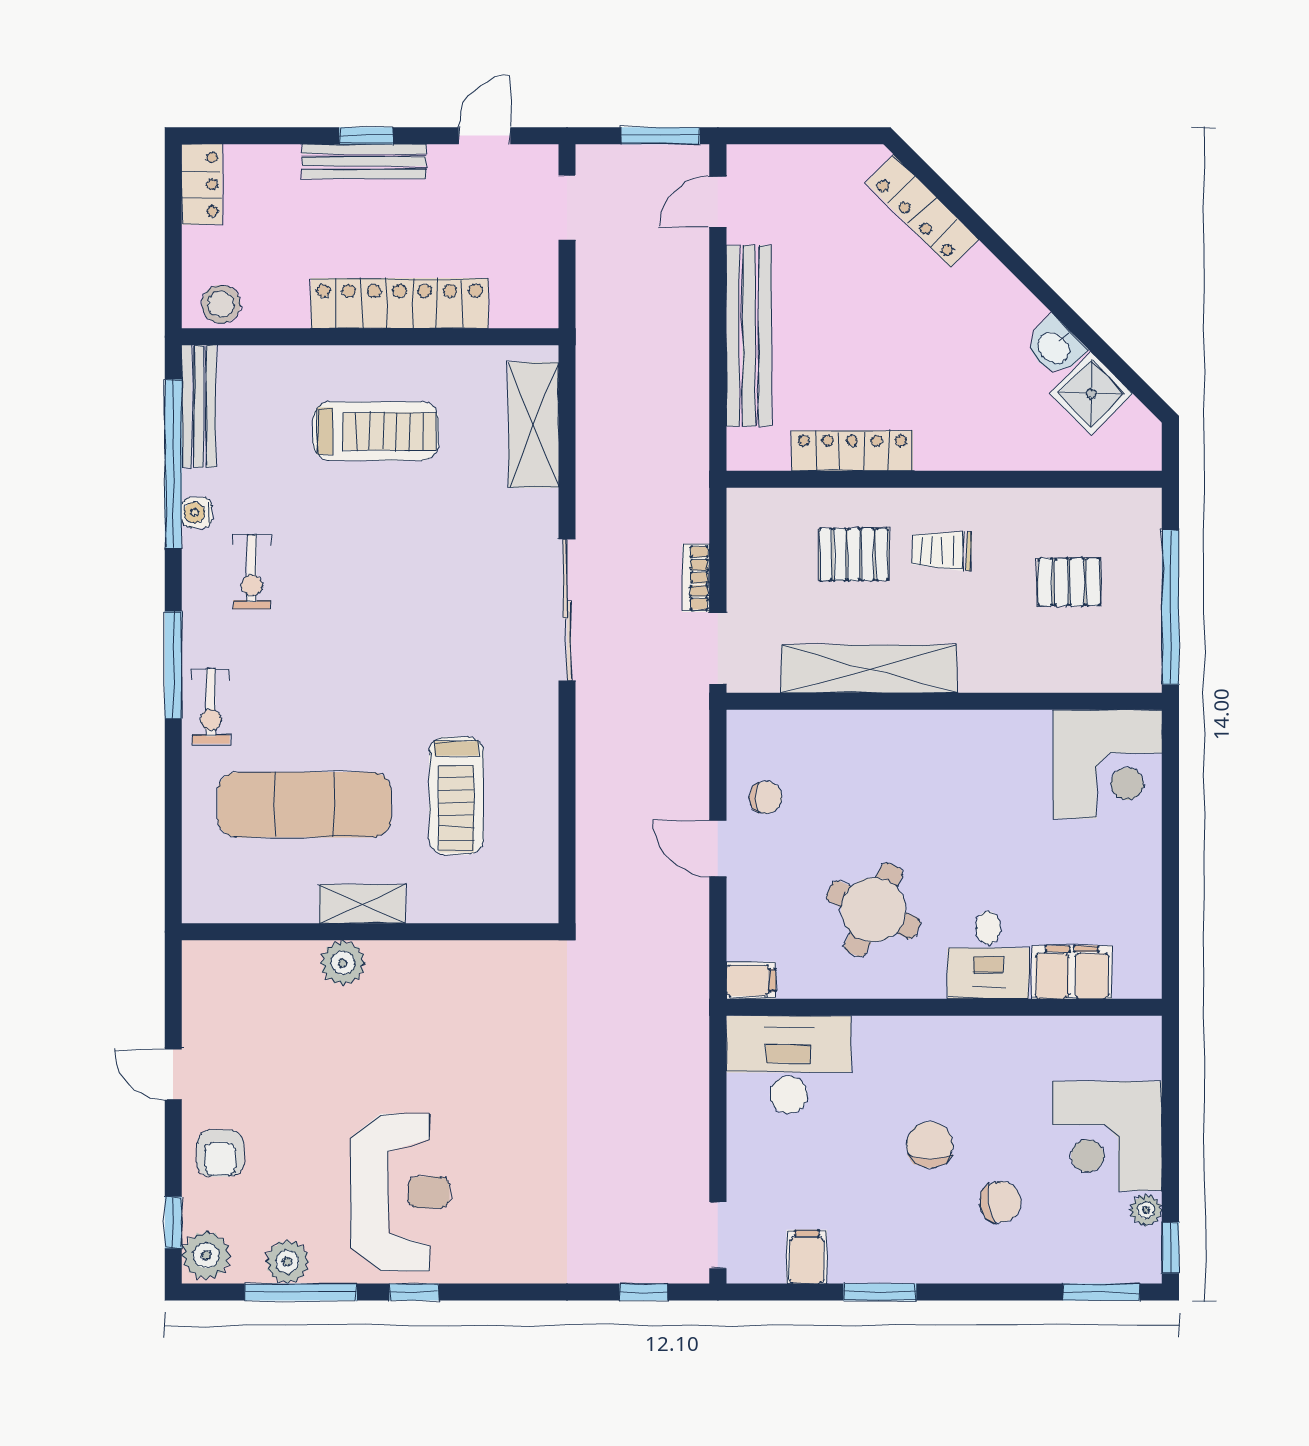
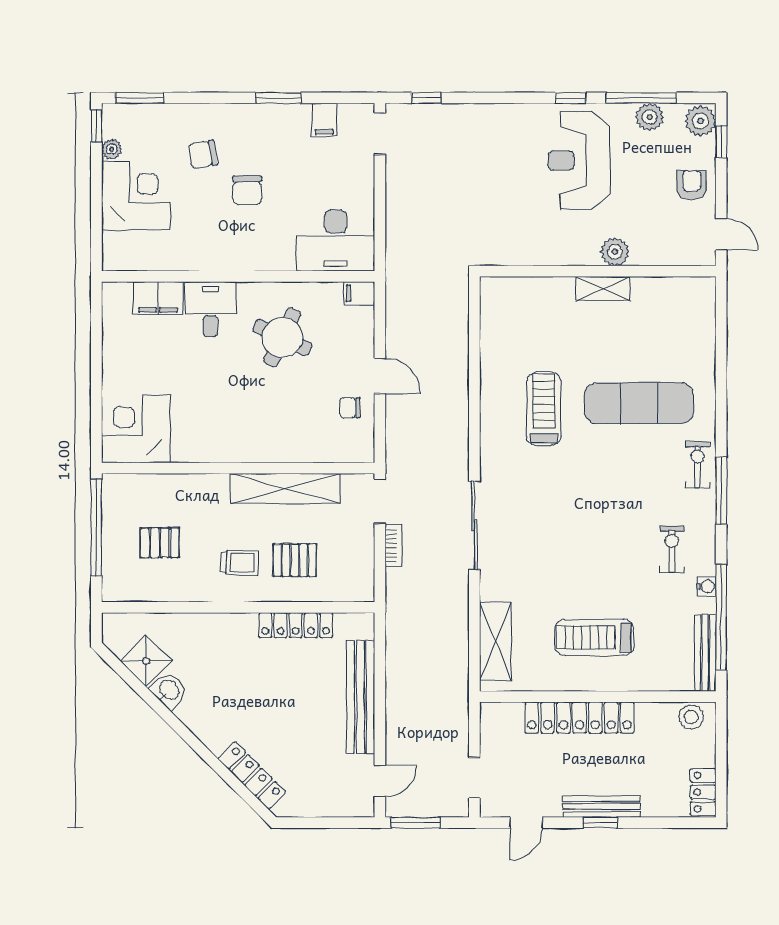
shelving: (362, 904) -> (603, 289), moved
wall: (370, 932) -> (598, 271), moved
plant: (343, 963) -> (615, 252), moved

